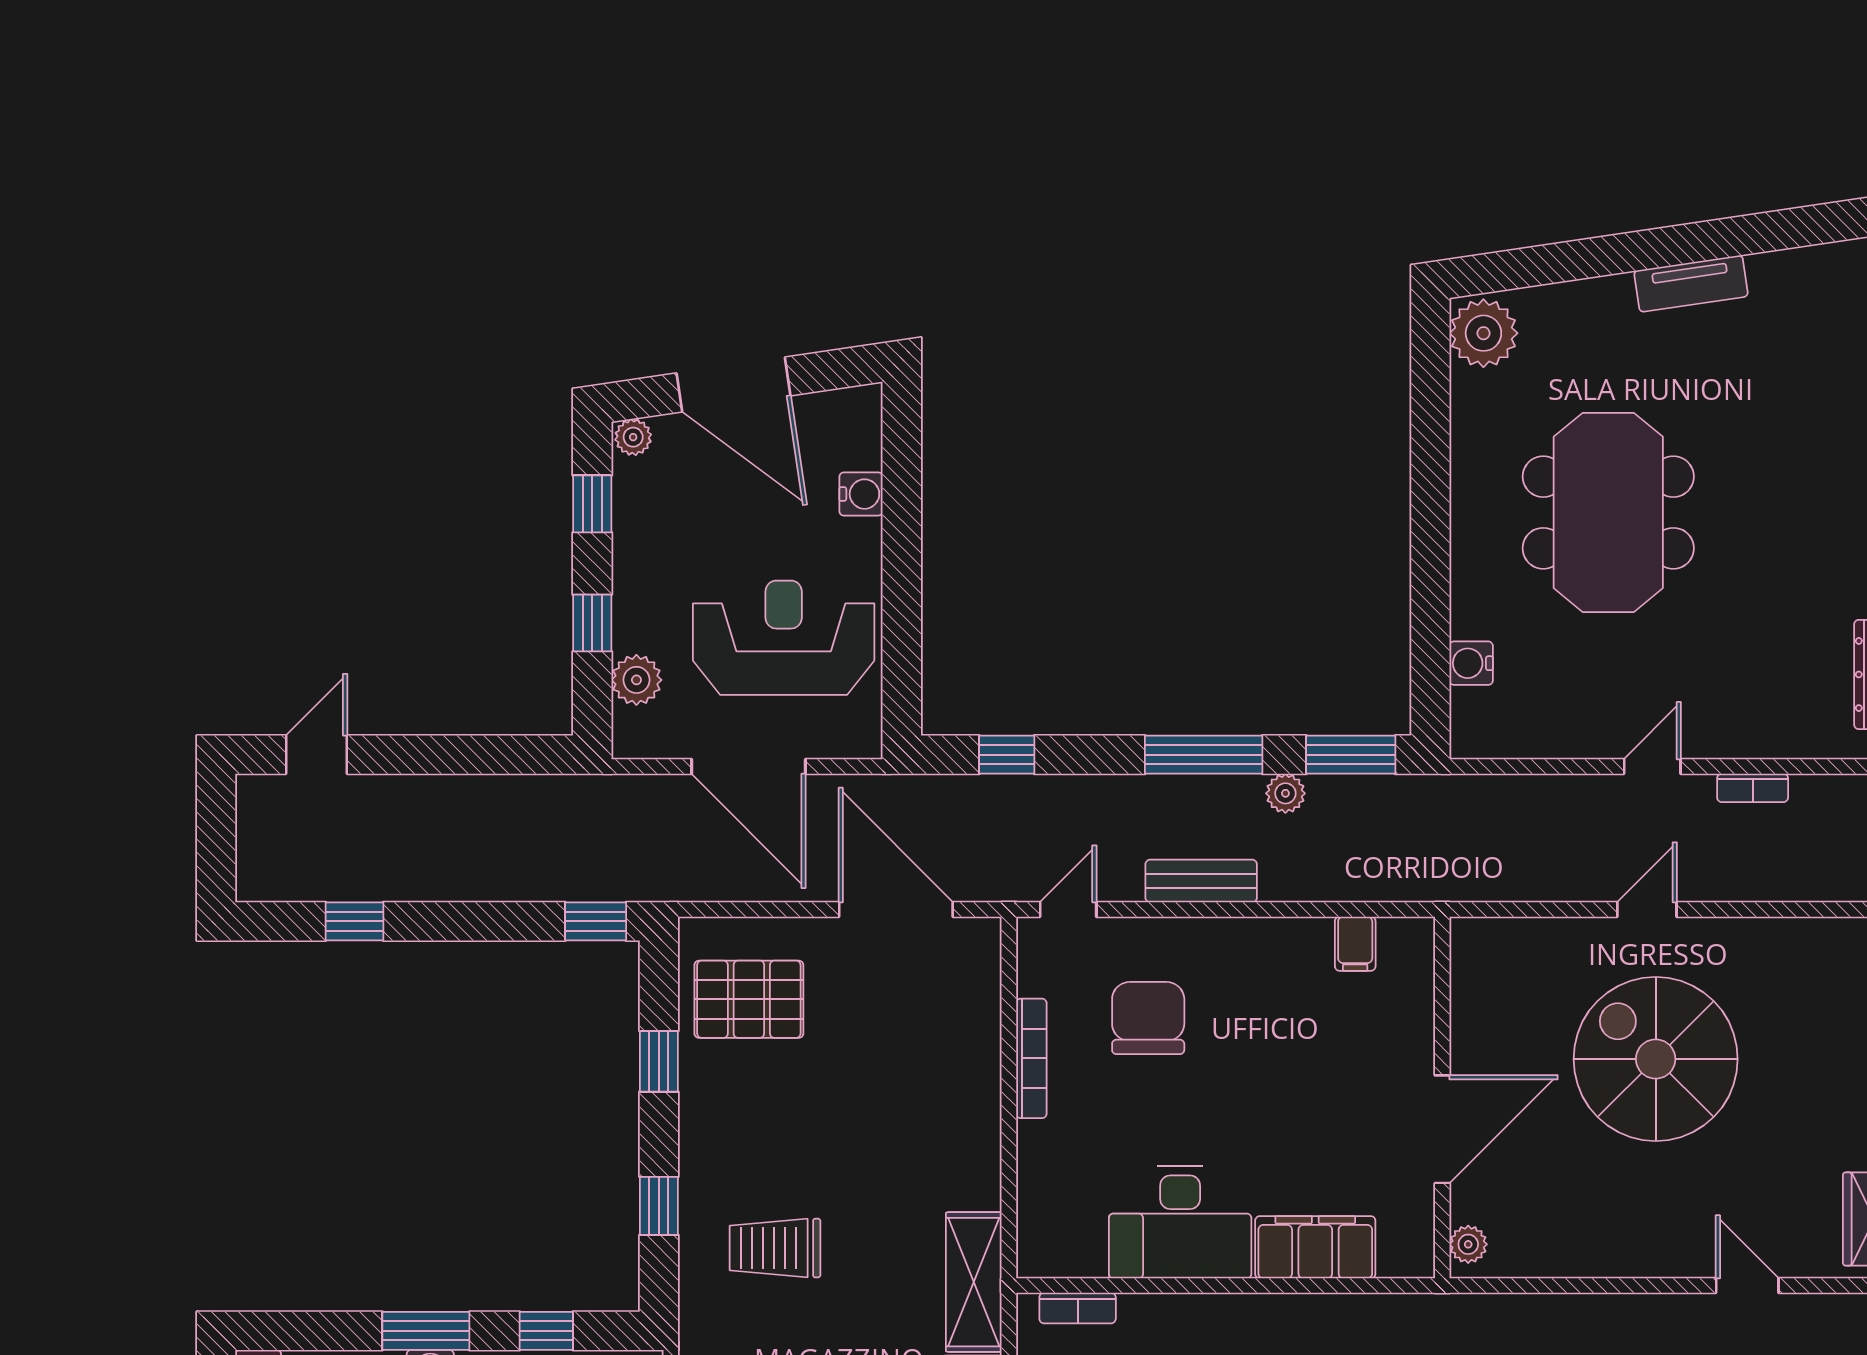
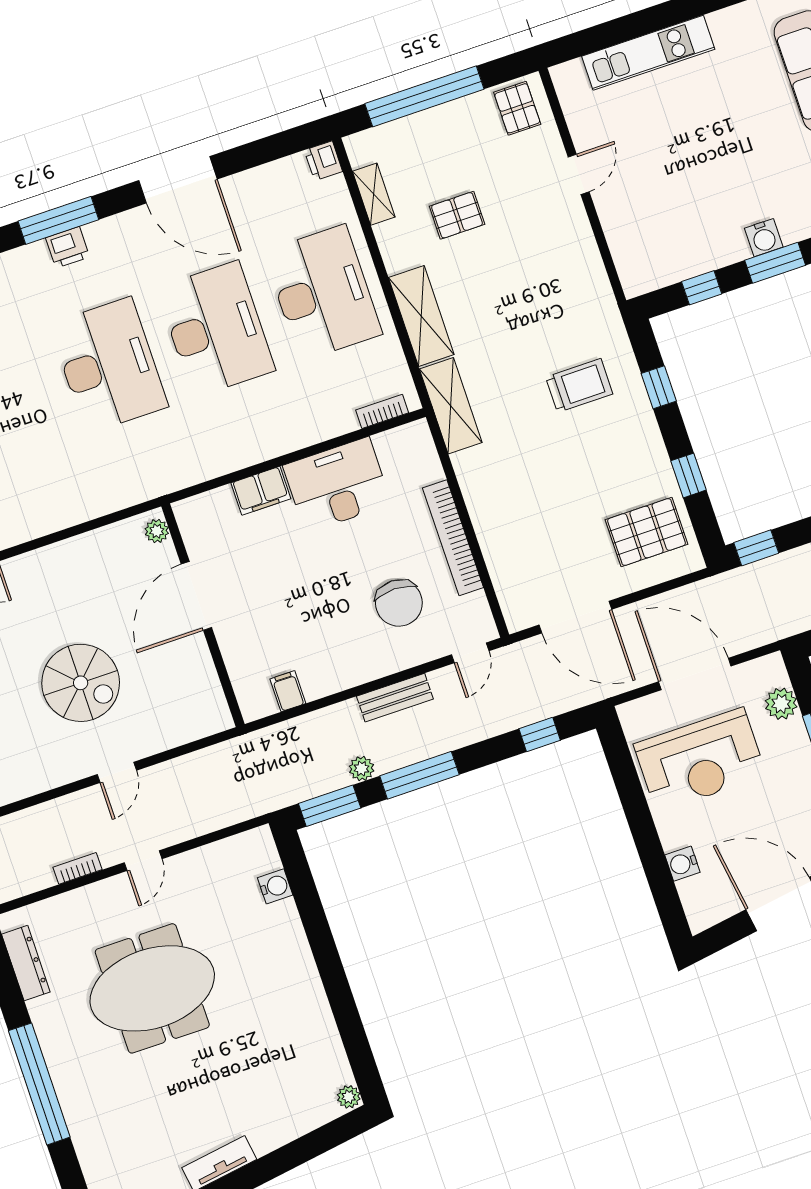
plant: (1483, 333) -> (349, 1097), width x0.53, depth x0.53
meeting table: (1608, 512) -> (152, 988), moved, turned 90
bookcase: (1031, 1058) -> (453, 538), width x1.48, depth x1.31
spiral stairs: (1656, 1059) -> (81, 683), width x0.73, depth x0.73
filing cabinet: (1315, 1247) -> (261, 491), width x0.67, depth x0.86

